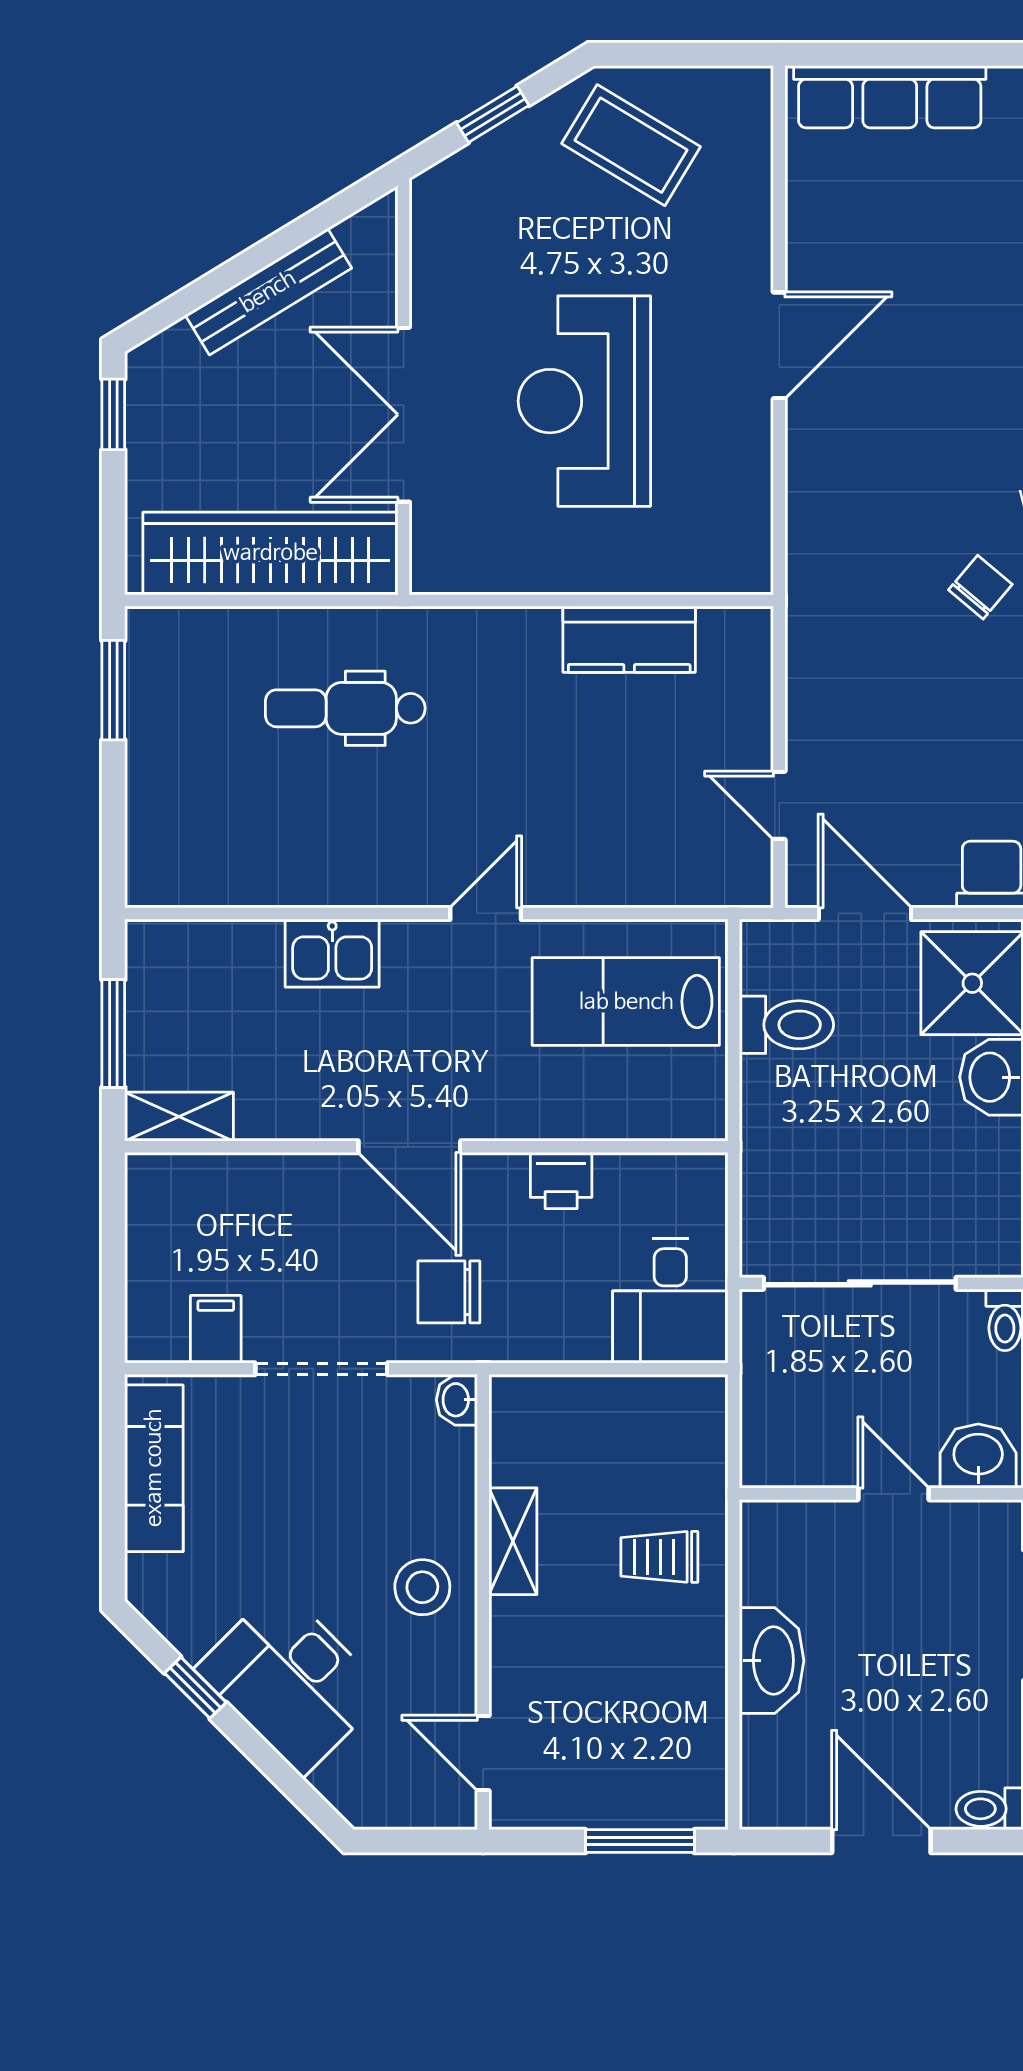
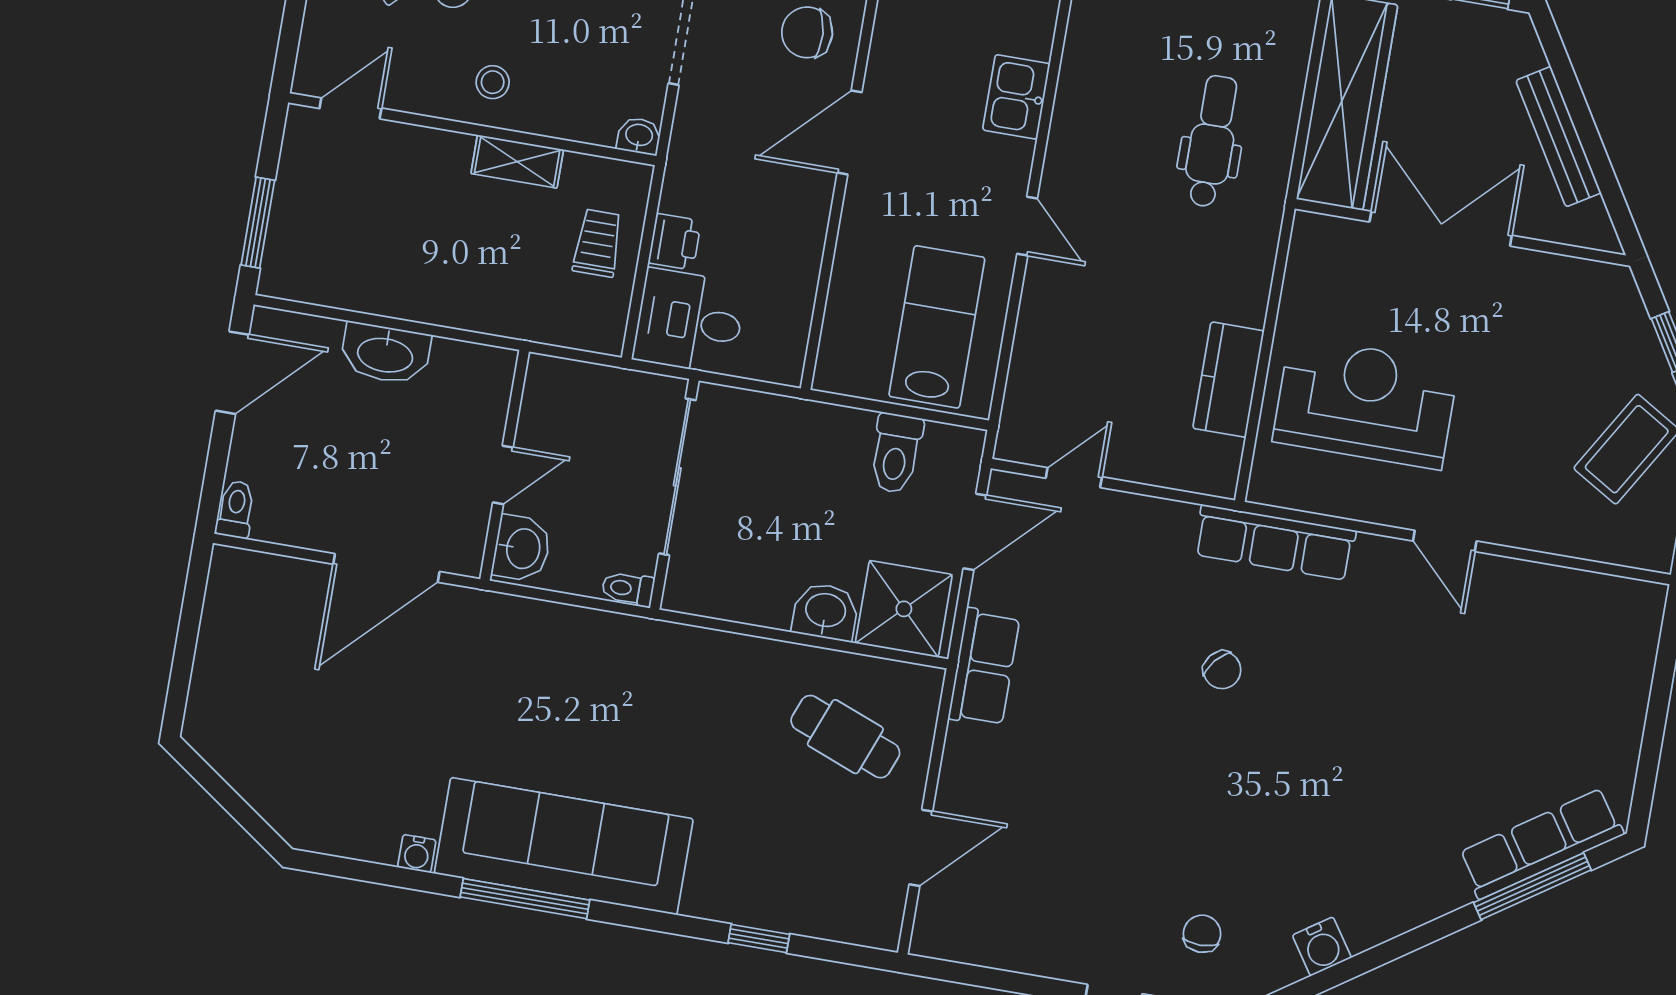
row of seats: (890, 97) -> (1275, 543), moved, turned -90
door: (779, 345) -> (1445, 541), width x0.73
reception desk: (584, 401) -> (1366, 403), moved
printer: (561, 1181) -> (675, 242), moved, turned 180
chair: (449, 1292) -> (807, 32), moved, turned -94
trolley: (659, 1557) -> (598, 243), moved
stool: (422, 1587) -> (493, 82), width x0.73, depth x0.73
door: (881, 1841) -> (232, 373), moved

